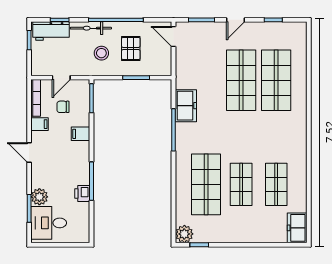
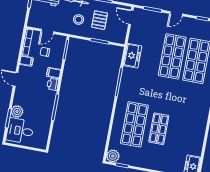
freezer: (186, 106) -> (133, 56), moved
shop shelf: (276, 184) -> (183, 133), removed
printer: (82, 194) -> (53, 84), moved

